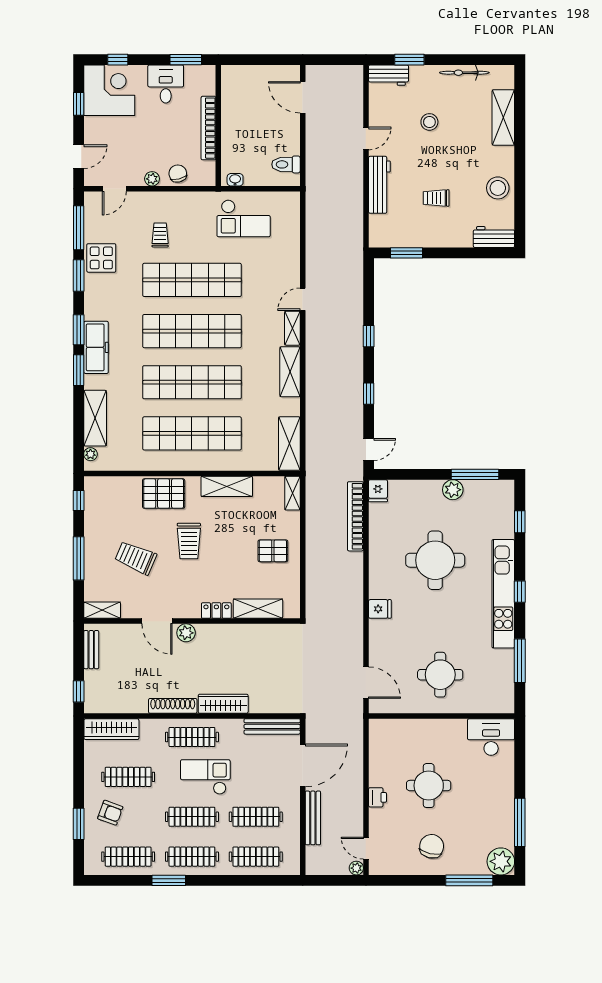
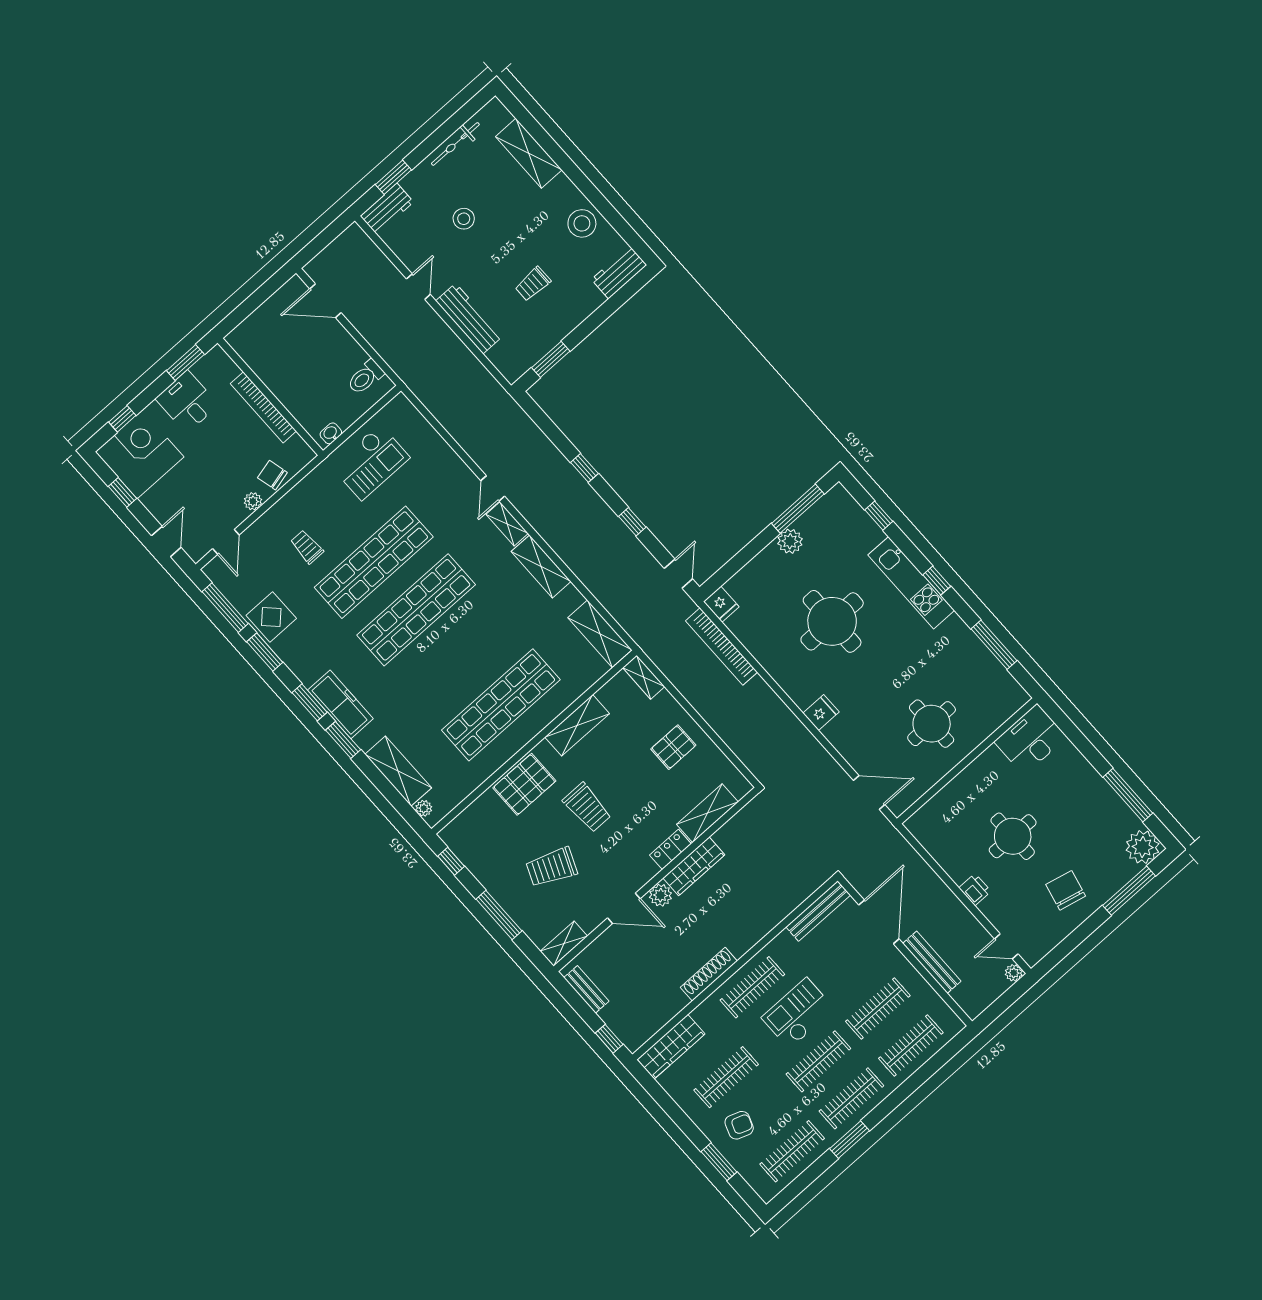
shop shelf: (192, 382) -> (459, 657), removed
kitchen unit: (503, 594) -> (911, 583), width x0.73
wardrobe: (223, 704) -> (694, 866), moved, turned 180

